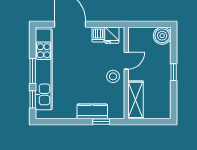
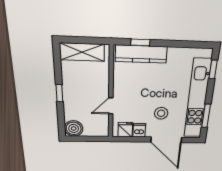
window: (33, 71) -> (206, 116), moved
stool: (113, 76) -> (161, 113), moved
shelving: (135, 100) -> (82, 52), moved, turned 90
kitchen counter: (92, 111) -> (141, 54), width x1.50

